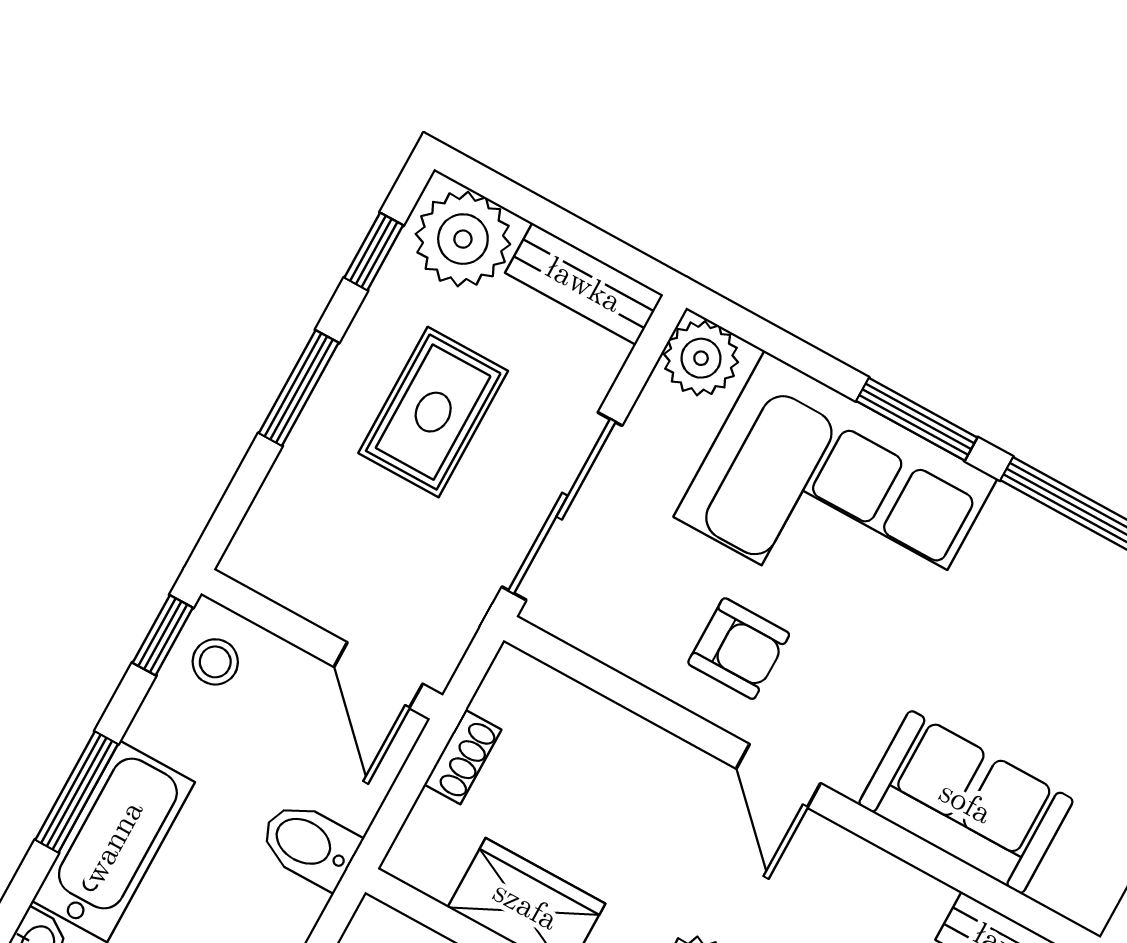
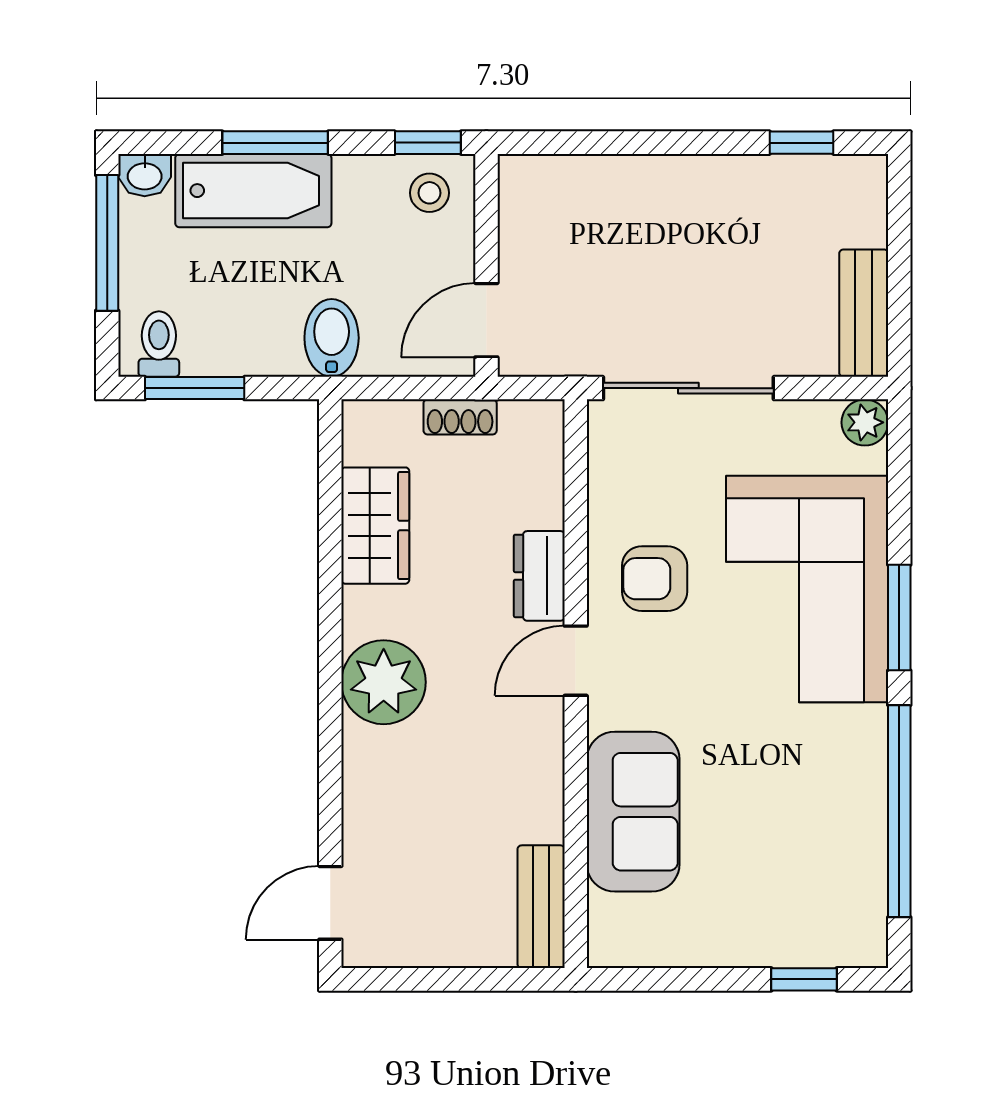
plant: (463, 239) -> (847, 204), removed
plant: (701, 358) -> (865, 422), width x0.73, depth x0.73
window: (299, 388) -> (669, 143), removed
rug: (433, 412) -> (706, 253), removed
armchair: (739, 649) -> (655, 579), turned 90
dresser: (671, 765) -> (539, 576), added

